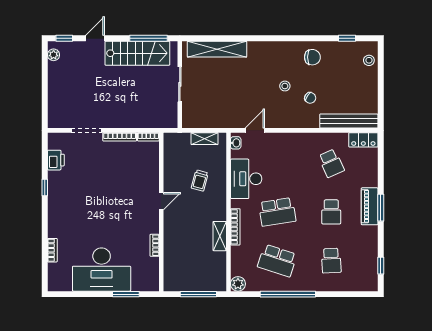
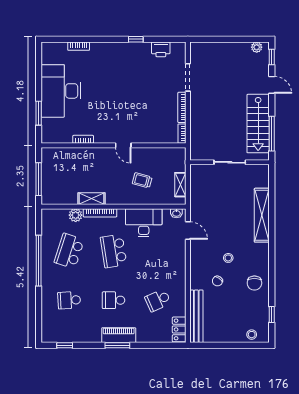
shelving: (217, 49) -> (262, 215), moved
plant: (238, 284) -> (76, 215), moved

